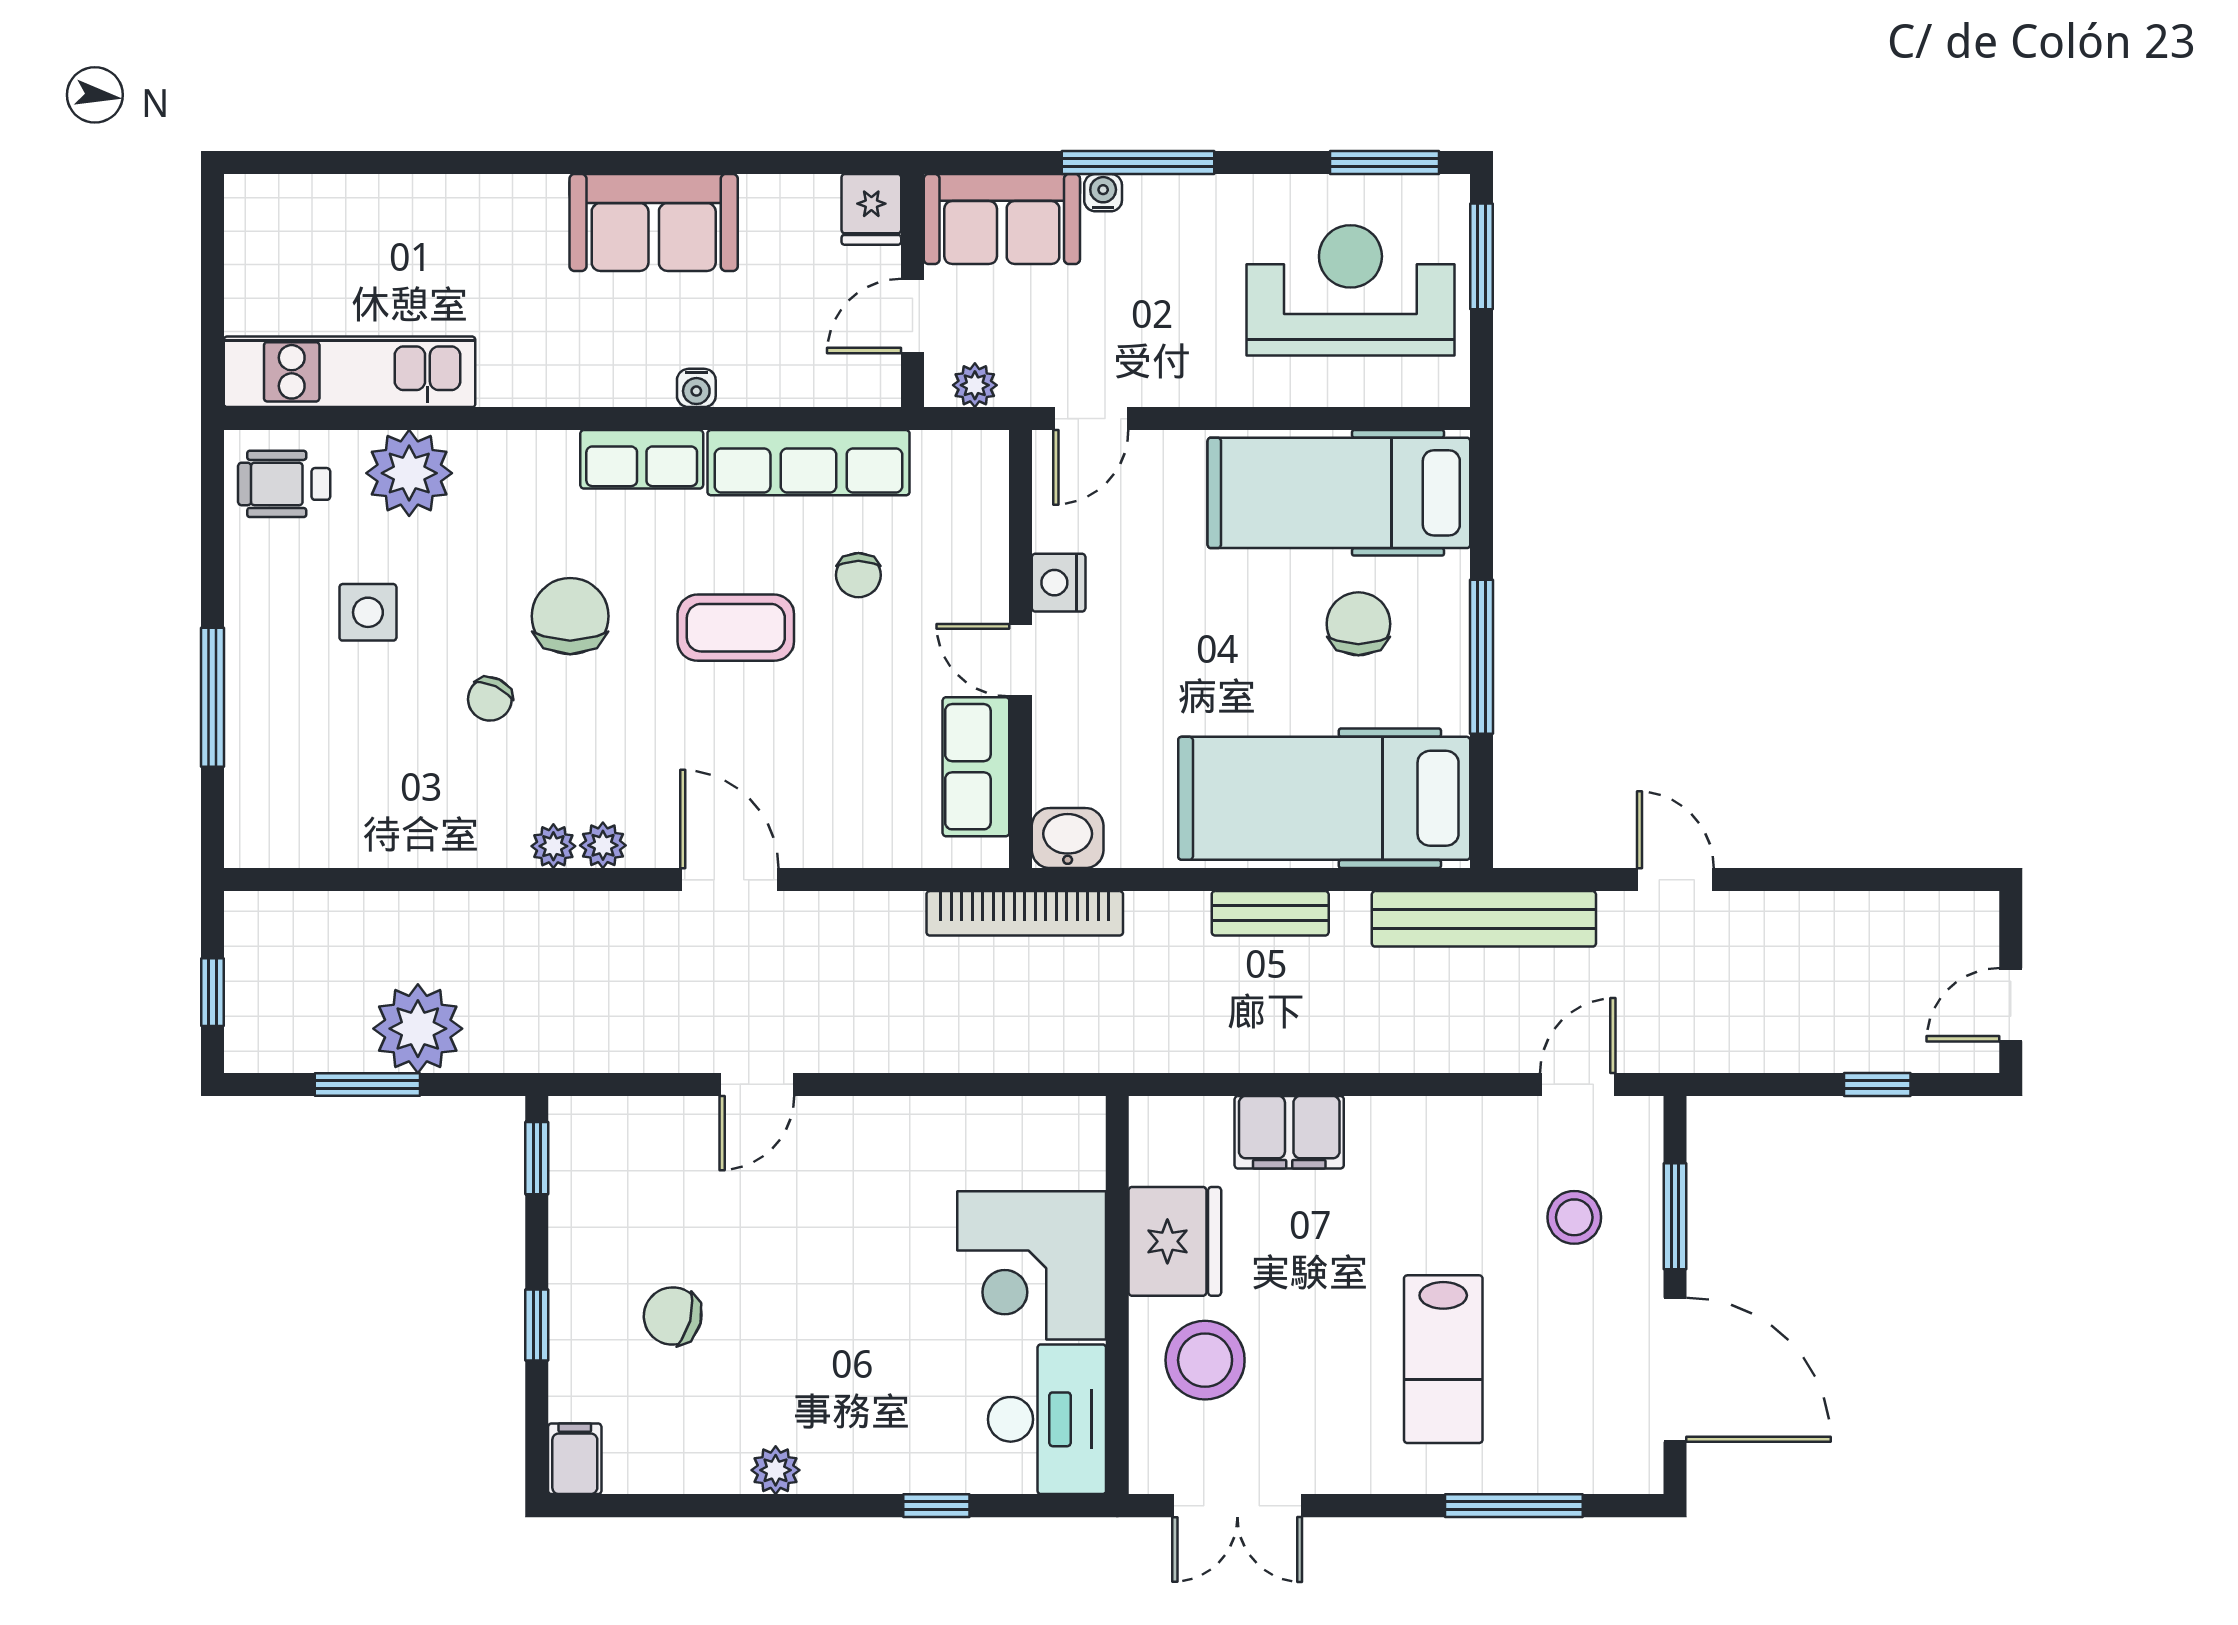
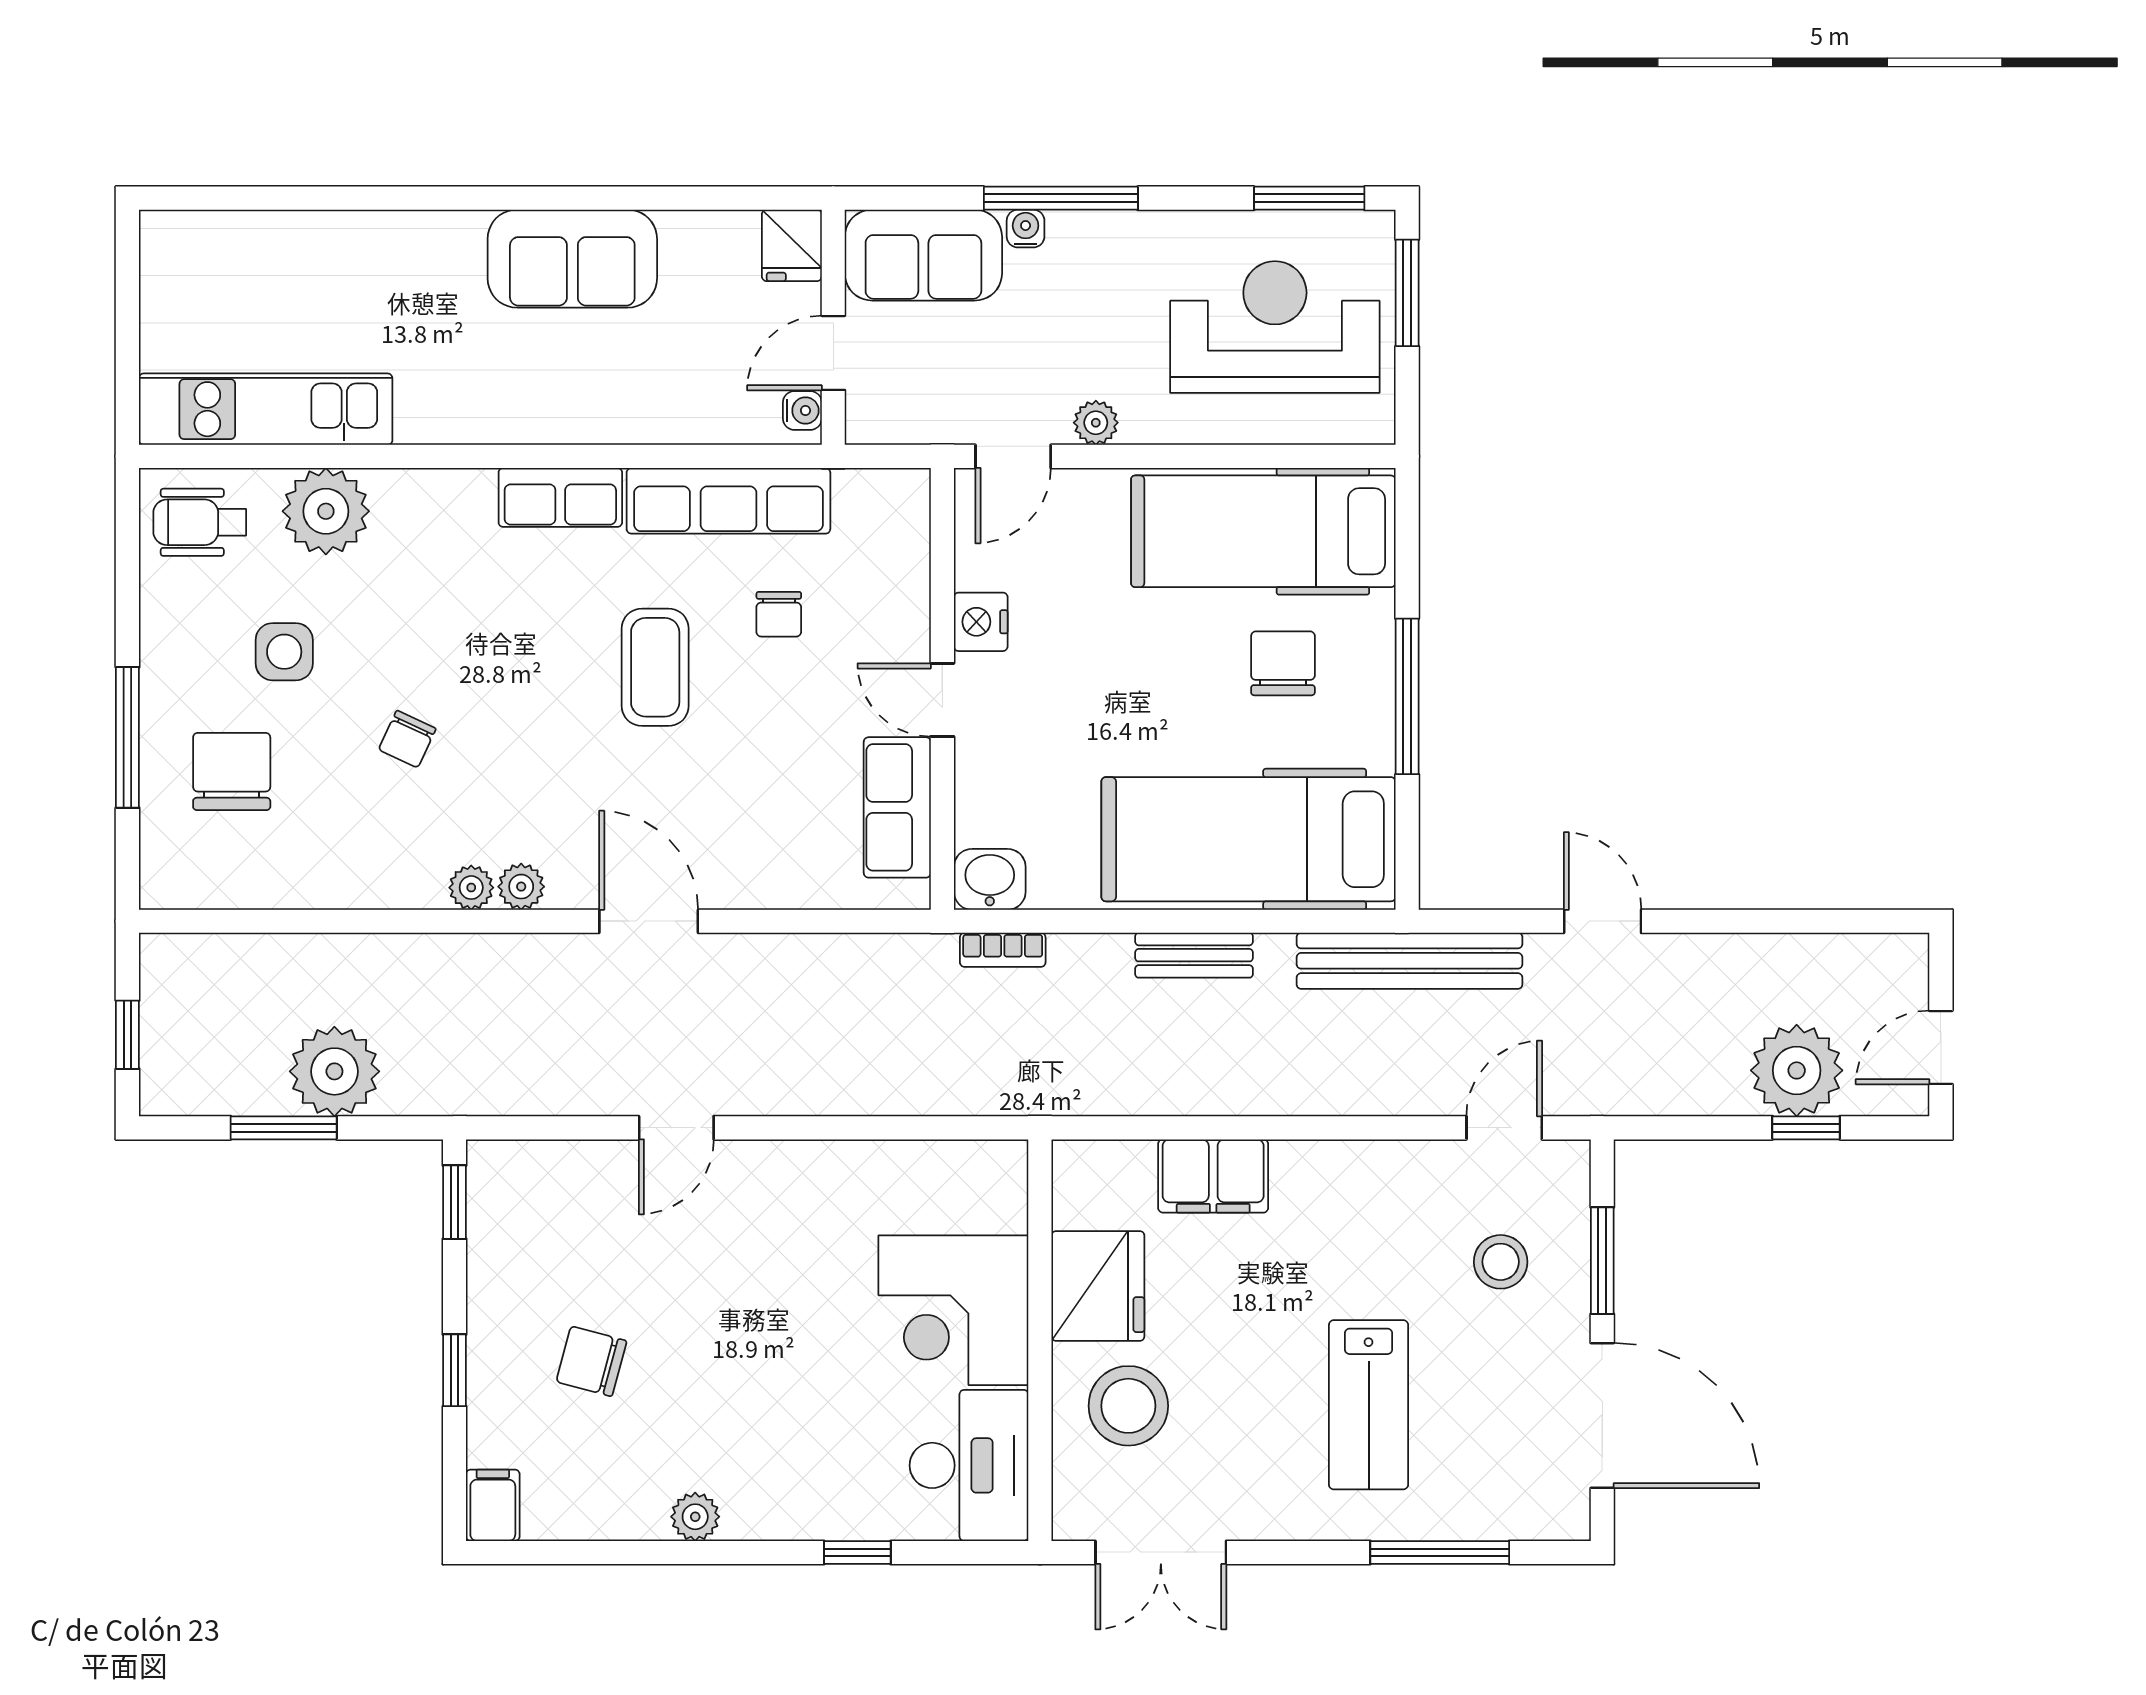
plant: (975, 385) -> (1096, 423), moved
water cooler: (696, 388) -> (802, 411), moved, turned -90
chair: (570, 616) -> (232, 771), moved
coffee table: (736, 628) -> (655, 667), turned 90
bookcase: (1025, 913) -> (1003, 950), width x0.43, depth x0.76
plant: (1868, 1028) -> (1797, 1070), added

